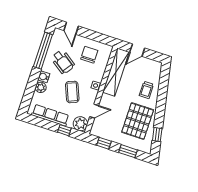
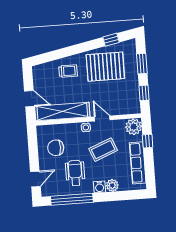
wheelchair: (63, 62) -> (75, 173), turned -35
door: (94, 111) -> (102, 118), moved

